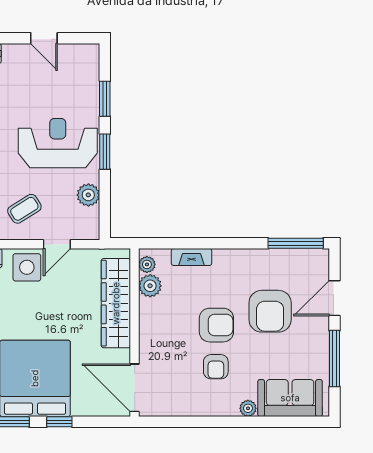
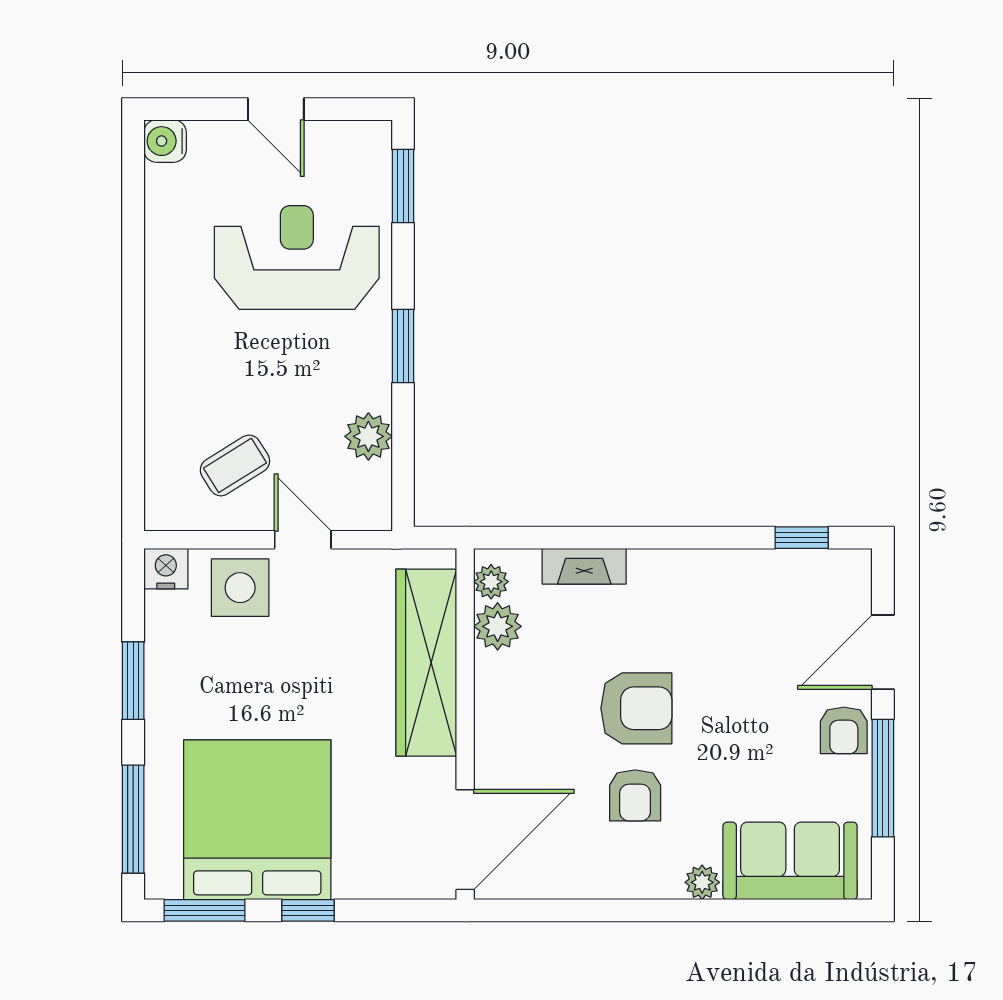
window: (105, 99) -> (403, 186), moved
reception desk: (58, 143) -> (297, 257), moved
window: (296, 243) -> (802, 538), width x0.46
door: (57, 244) -> (303, 540), swing flipped
armchair: (270, 311) -> (844, 730), moved, width x0.53, depth x0.53
door: (135, 388) -> (465, 840), swing flipped

